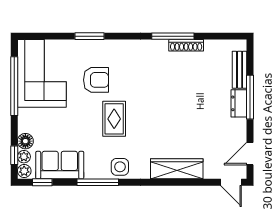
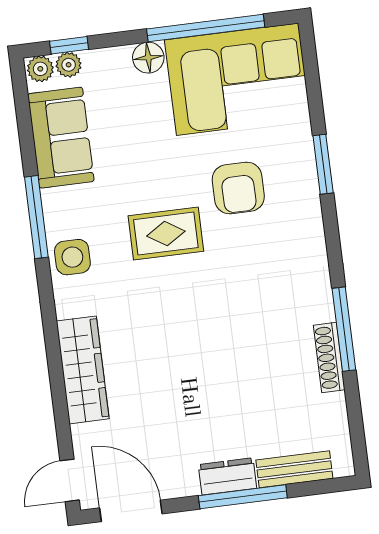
floor lamp: (25, 141) -> (148, 58), moved
door: (250, 154) -> (131, 511), width x1.38
window: (42, 182) -> (23, 107), removed

